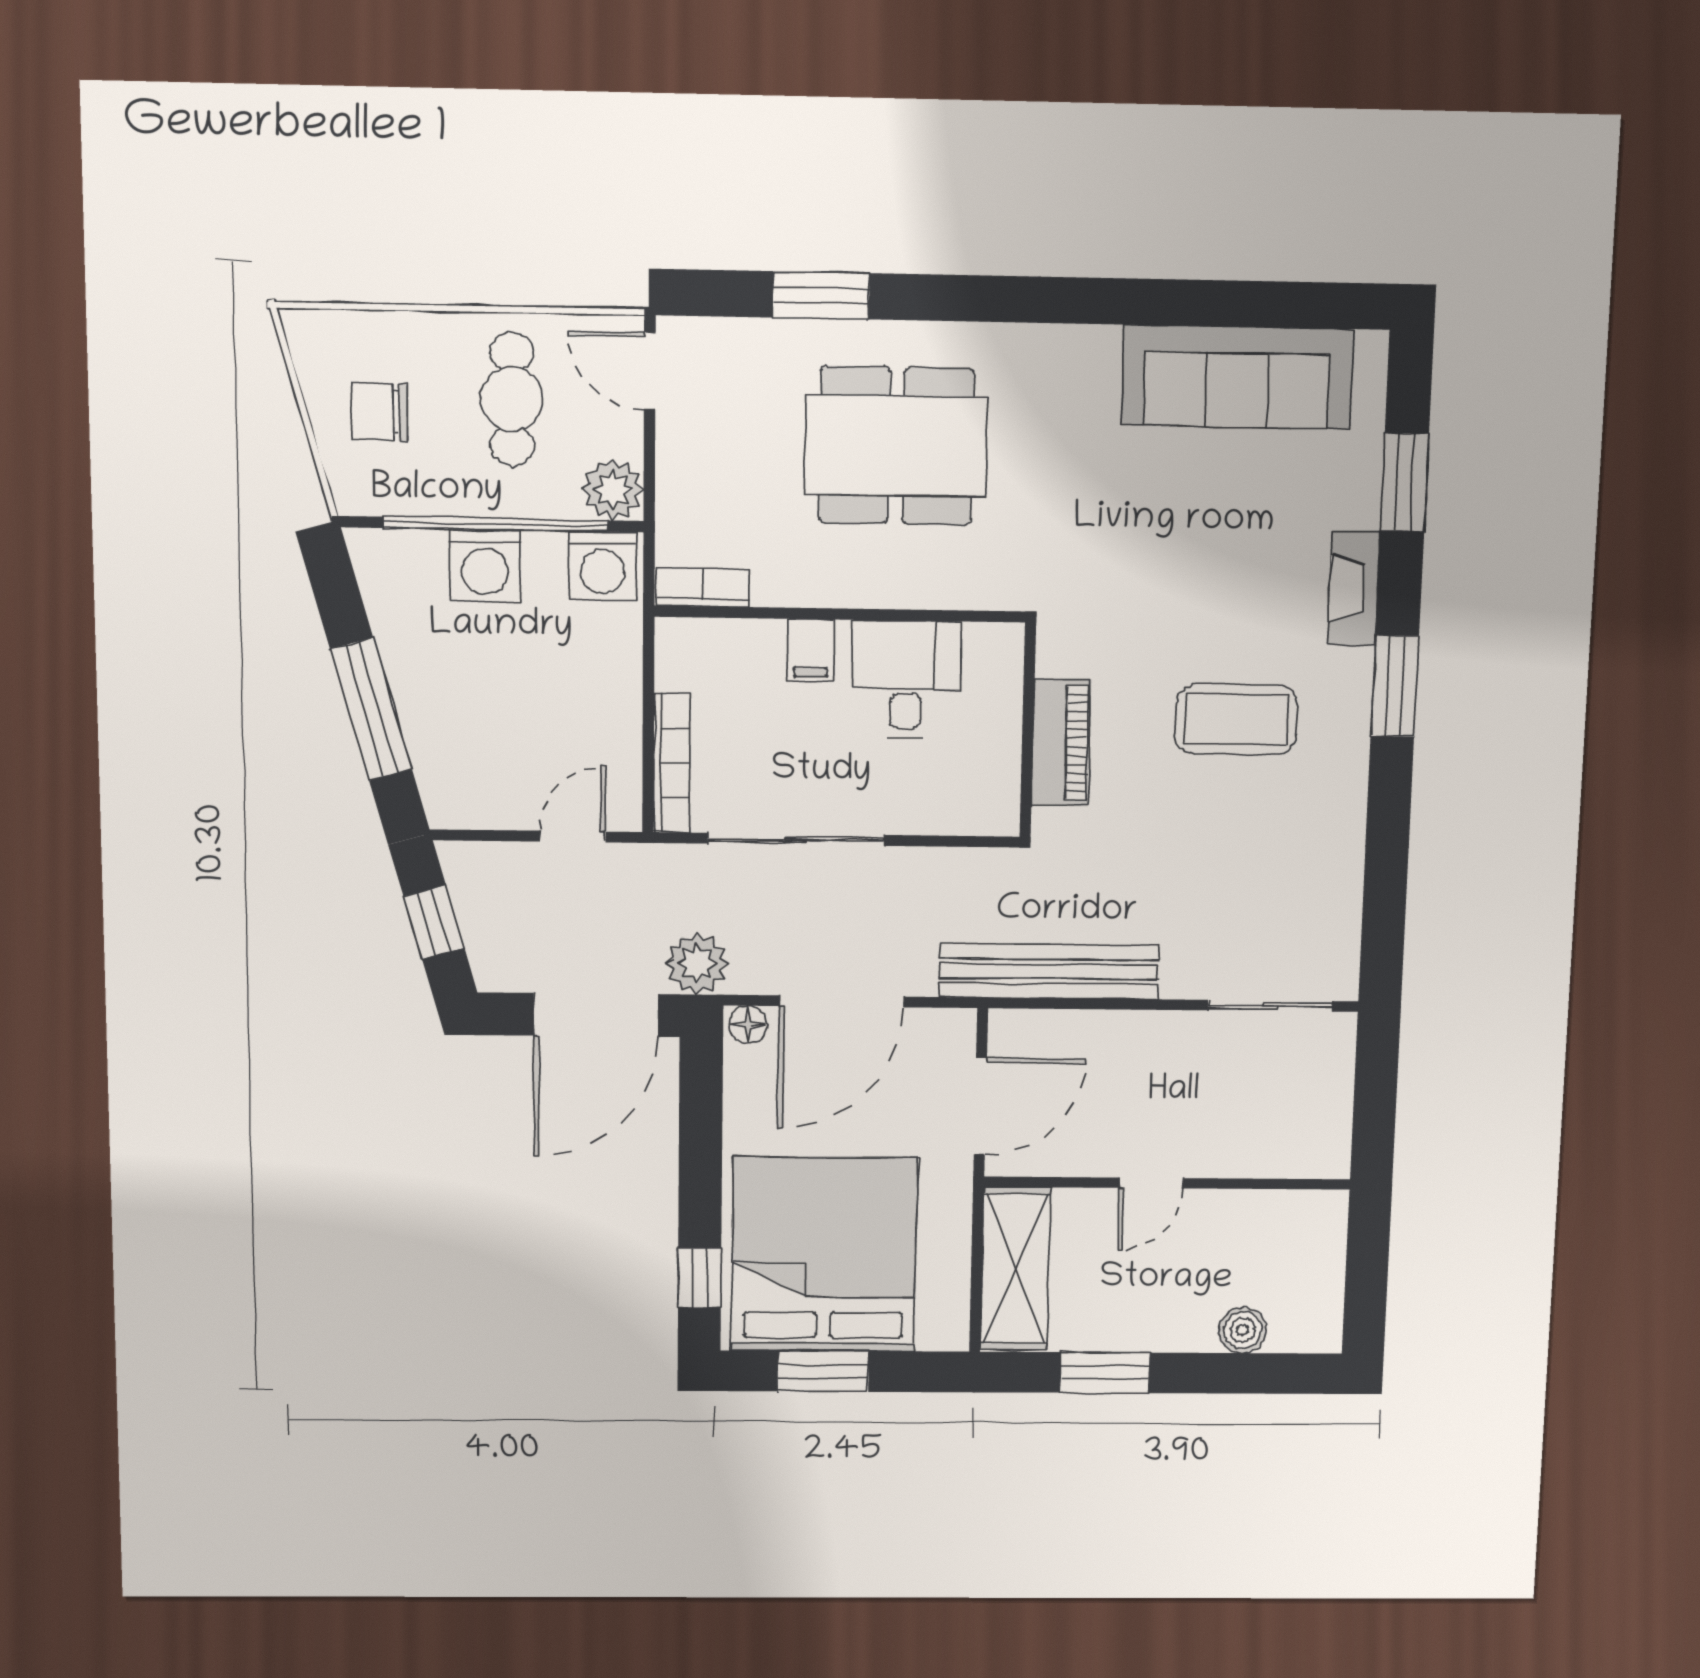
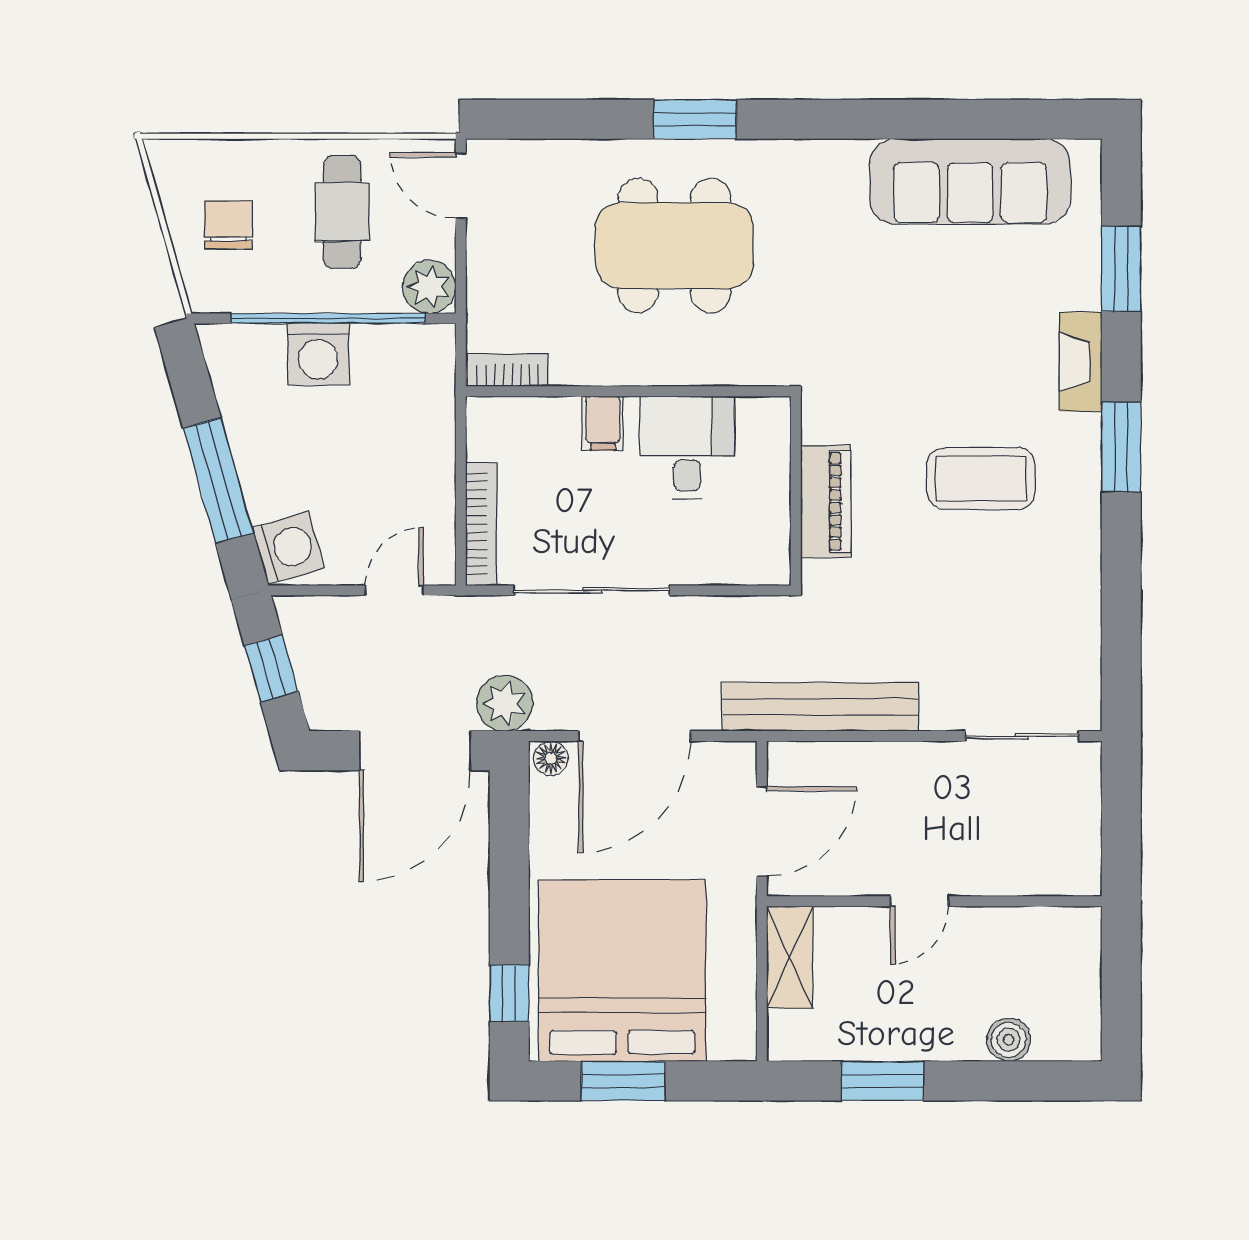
window: (821, 295) -> (695, 119), moved
chair: (379, 412) -> (228, 225), turned 90
washing machine: (603, 566) -> (288, 548), moved, turned -106
shelving: (1015, 1269) -> (790, 957), width x0.67, depth x0.75

